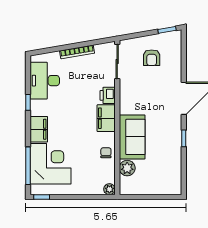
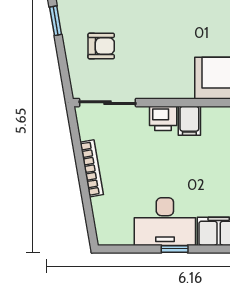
desk: (45, 81) -> (165, 222), moved
filing cabinet: (106, 118) -> (189, 121), width x0.50

